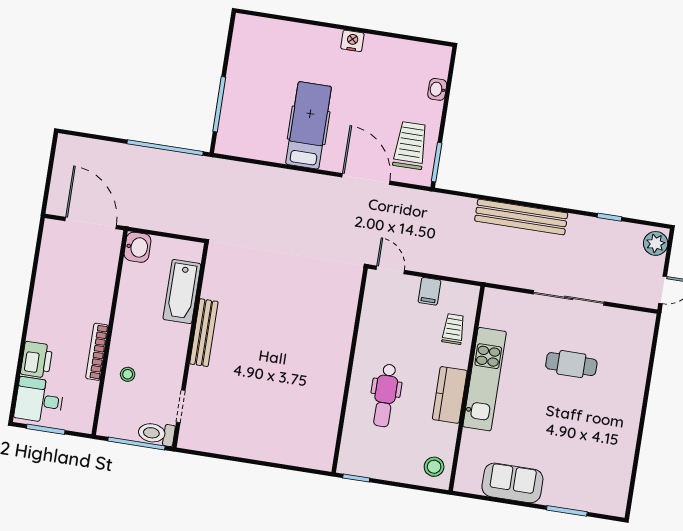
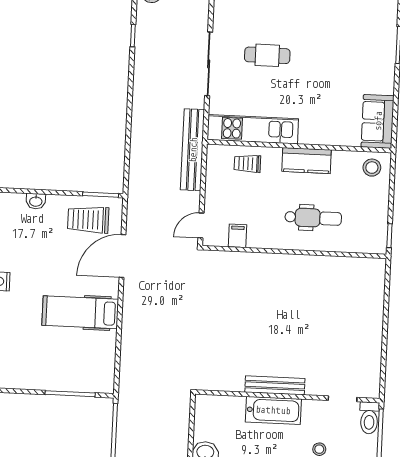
bench: (521, 217) -> (193, 150), moved
filing cabinet: (429, 291) -> (238, 236), moved, turned -90
bathtub: (182, 292) -> (273, 410), moved
cafe table: (571, 364) -> (267, 55), turned 90
kitchen unit: (485, 379) -> (253, 129), moved
sofa: (512, 483) -> (378, 121), moved

